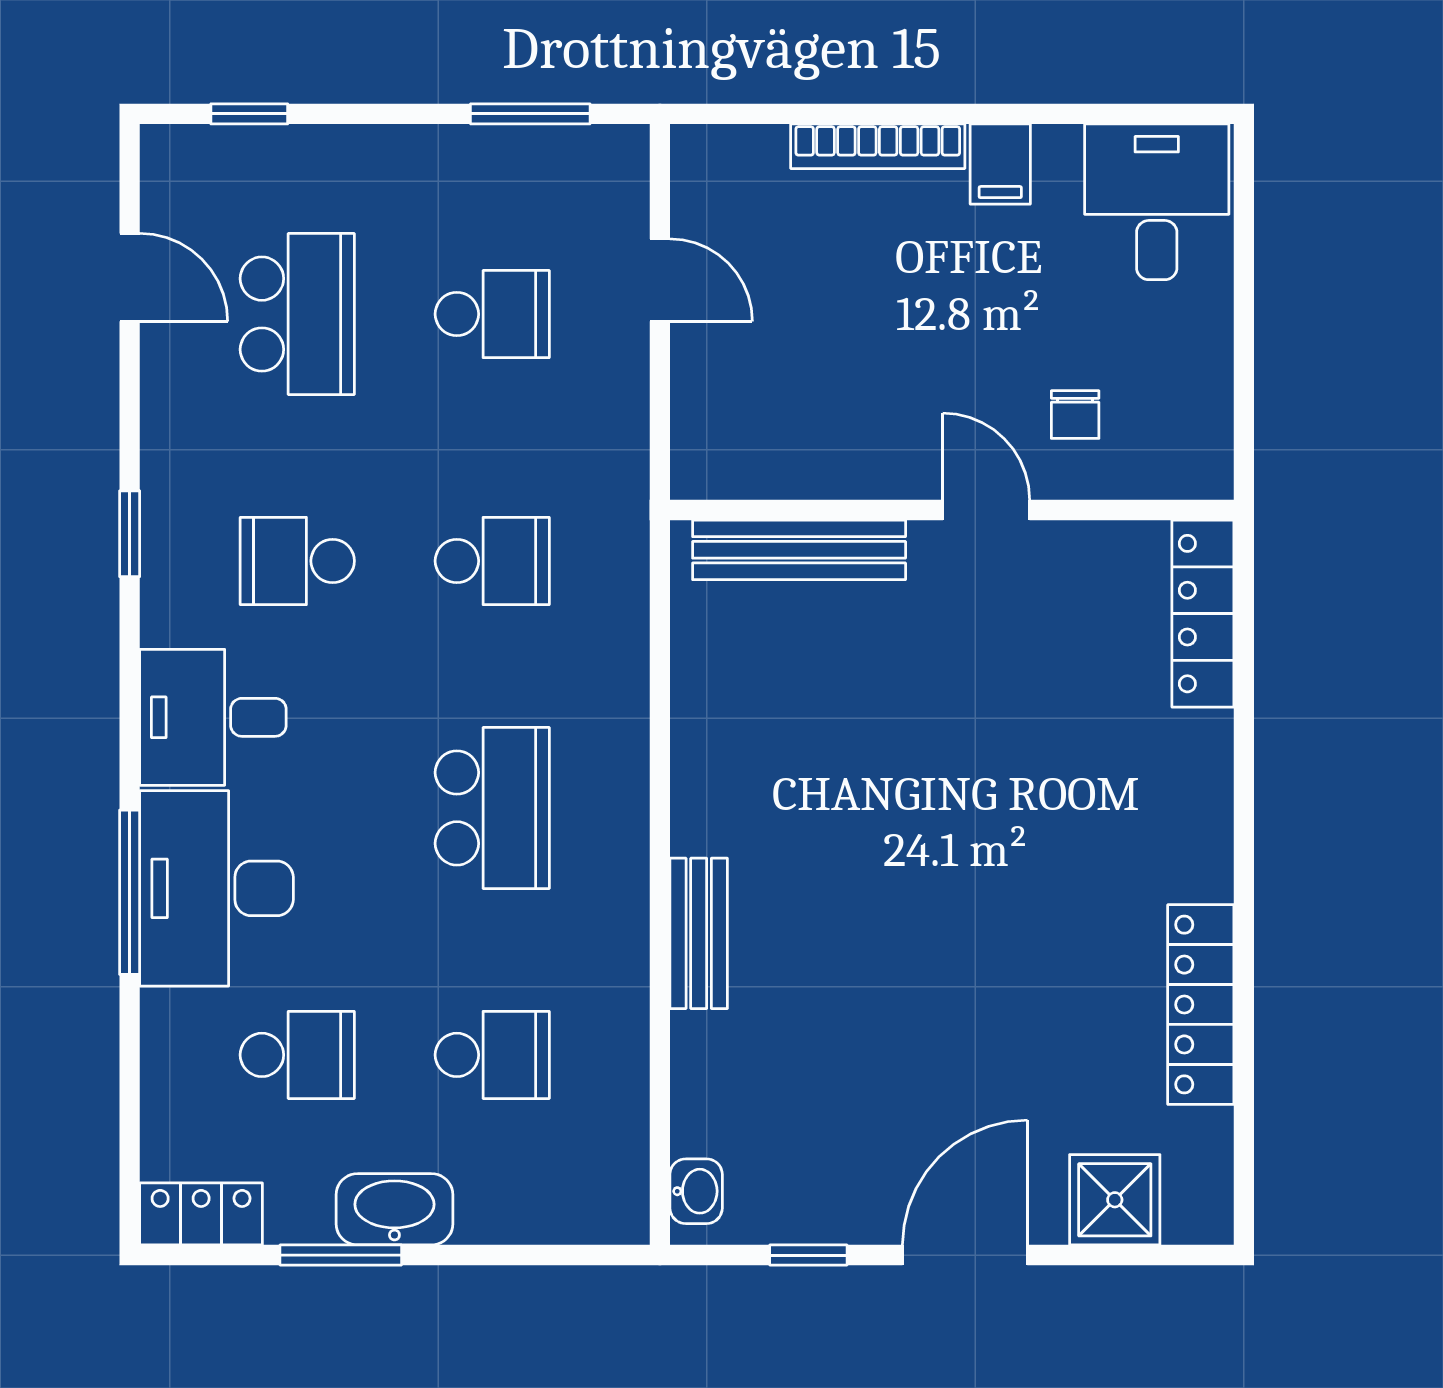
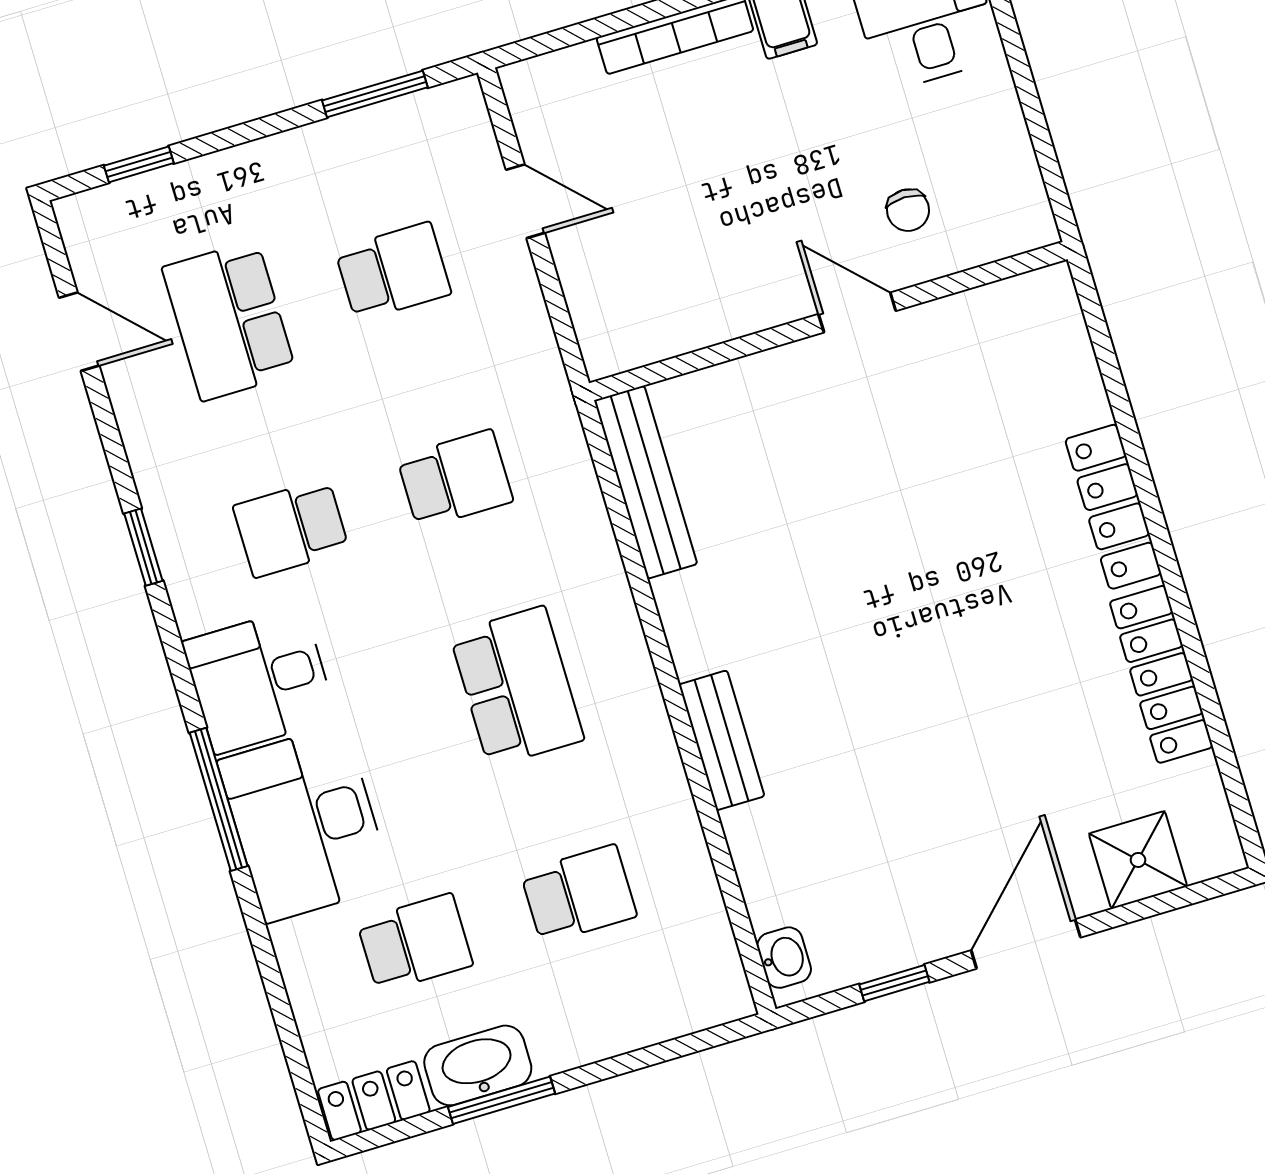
school desk: (297, 314) -> (229, 320), turned 180
bench: (799, 550) -> (646, 482), moved, turned 90
locker: (1203, 614) -> (1113, 507), moved
window: (130, 892) -> (219, 799), moved
washbasin: (394, 1209) -> (478, 1065), moved

